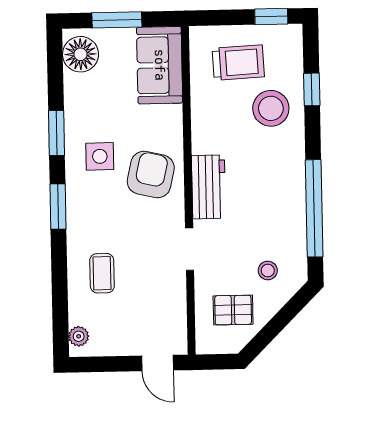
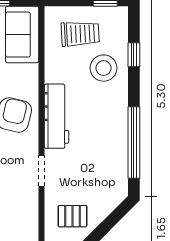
workbench: (209, 187) -> (56, 116), width x1.38
stool: (268, 270) -> (99, 188), removed

